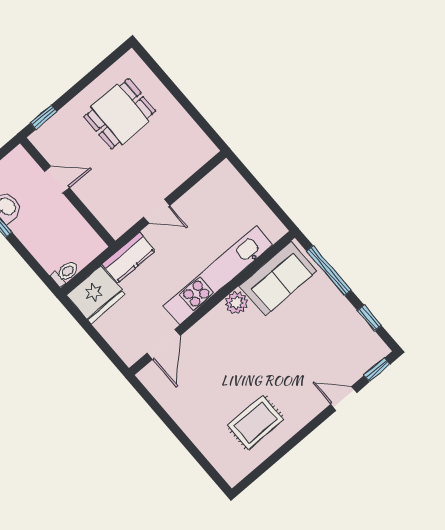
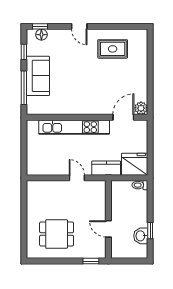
sofa: (278, 278) -> (38, 76), moved, turned 90
plant: (236, 303) -> (141, 108), moved
floor lamp: (366, 361) -> (41, 35), added
door: (344, 399) -> (79, 26), moved

